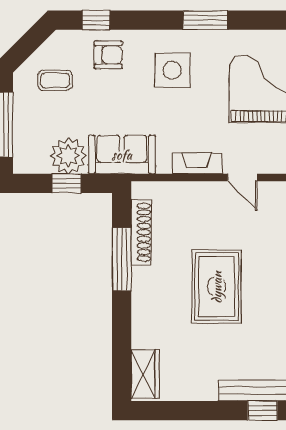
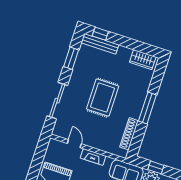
window: (122, 259) -> (147, 108), moved
wardrobe: (145, 374) -> (143, 60), moved, turned -90

